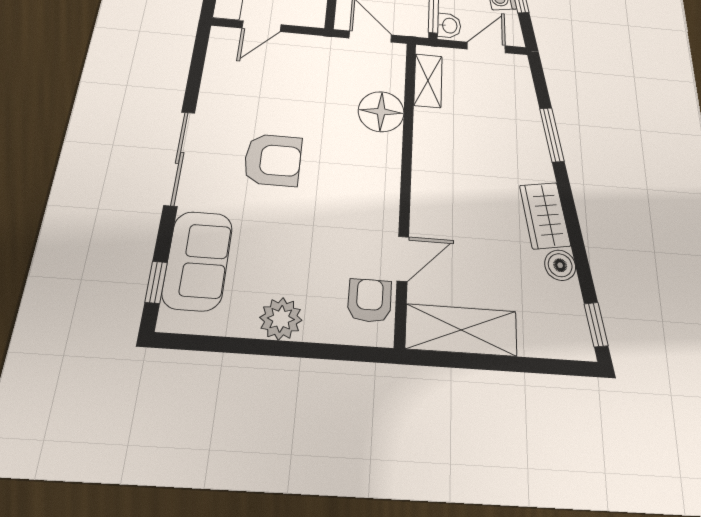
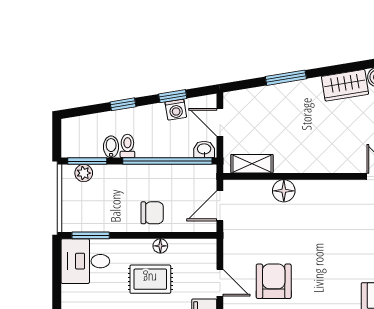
floor lamp: (381, 112) -> (284, 191), width x0.73, depth x0.73
armchair: (273, 160) -> (274, 281), moved

